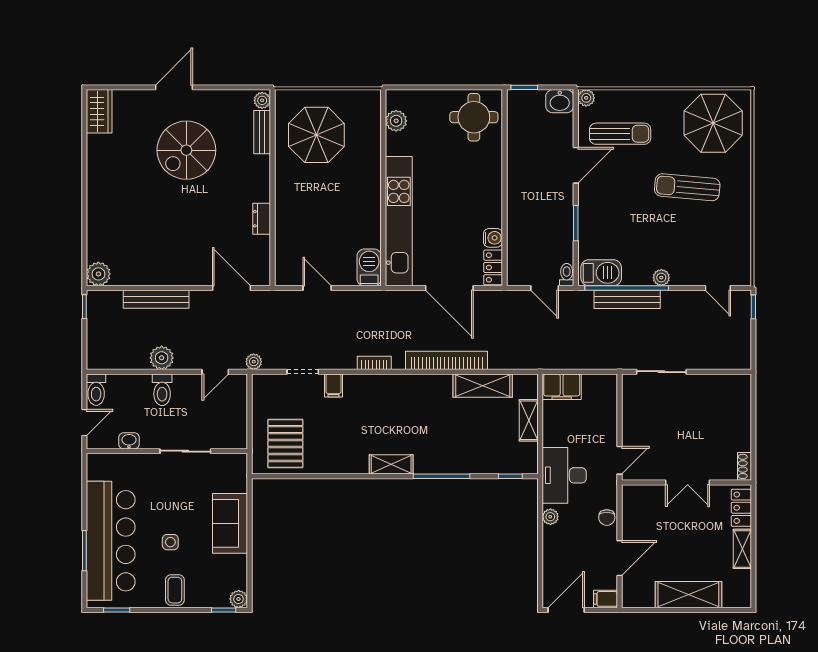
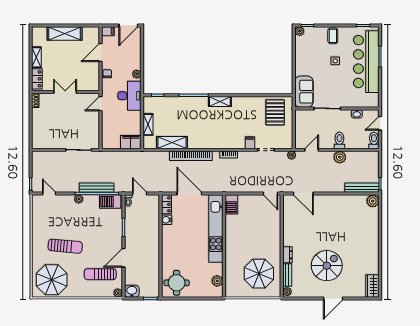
dresser: (262, 219) -> (287, 255), moved
door: (317, 288) -> (271, 194), moved
bench: (156, 299) -> (362, 188), moved
sofa: (230, 523) -> (304, 92), moved

